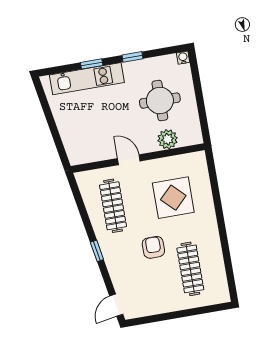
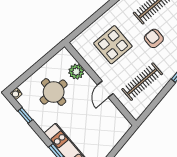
window: (132, 57) -> (25, 115), moved
armchair: (153, 247) -> (154, 38), turned 90

